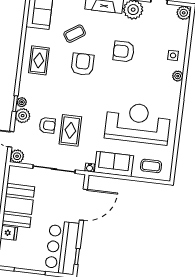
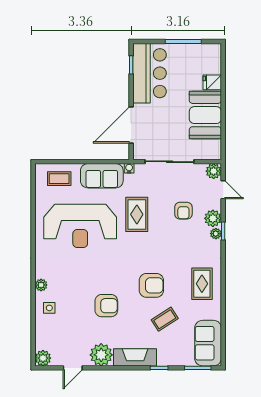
armchair: (83, 64) -> (151, 285), turned -90
armchair: (47, 125) -> (183, 211), turned -90
rug: (70, 130) -> (137, 214), moved

